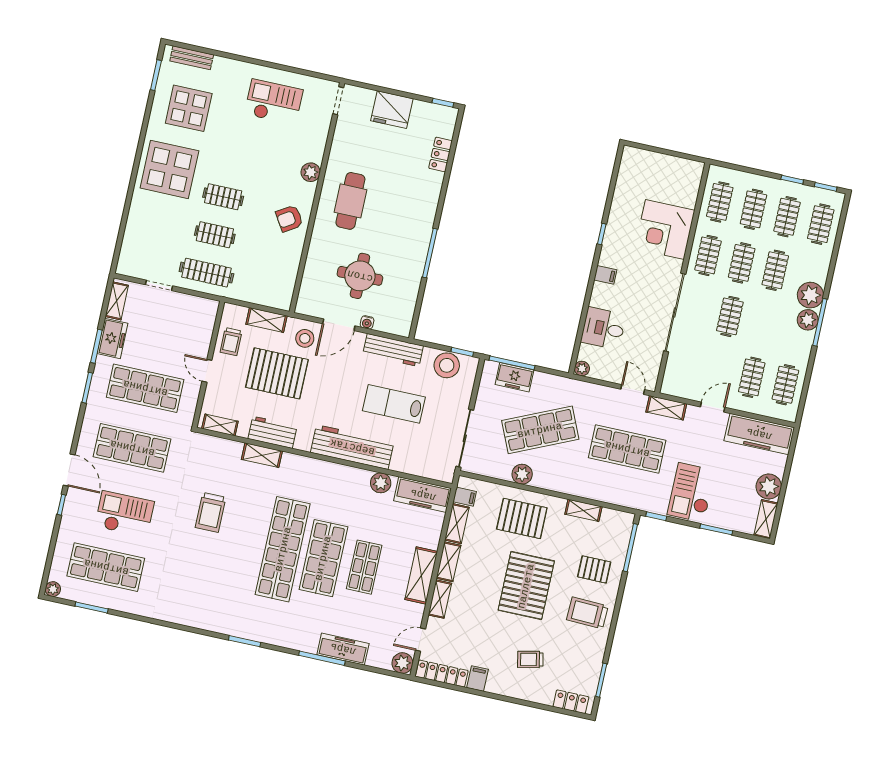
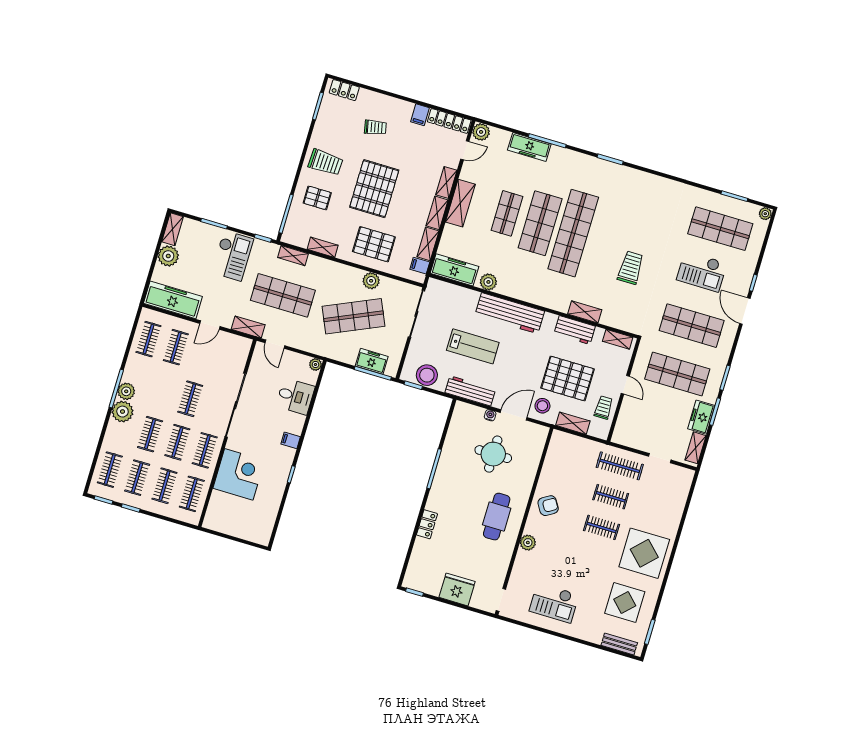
locker: (441, 155) -> (427, 524), moved
shelving: (618, 498) -> (293, 256), added

